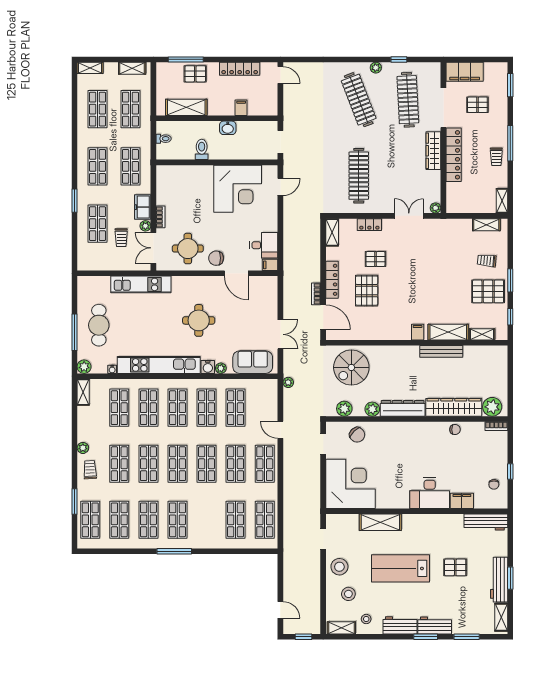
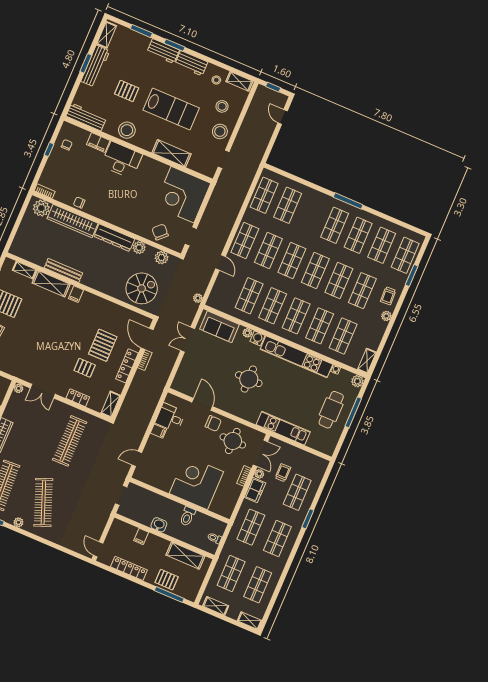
corner desk: (238, 189) -> (196, 483), moved
filing cabinet: (270, 265) -> (158, 431), moved
stool: (437, 527) -> (127, 130), added

